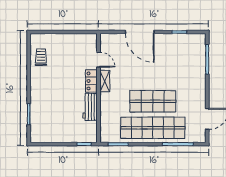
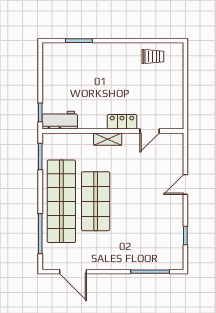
door: (140, 32) -> (185, 184), width x0.53
shelving: (105, 81) -> (108, 139), moved
workbench: (90, 107) -> (60, 120), moved

